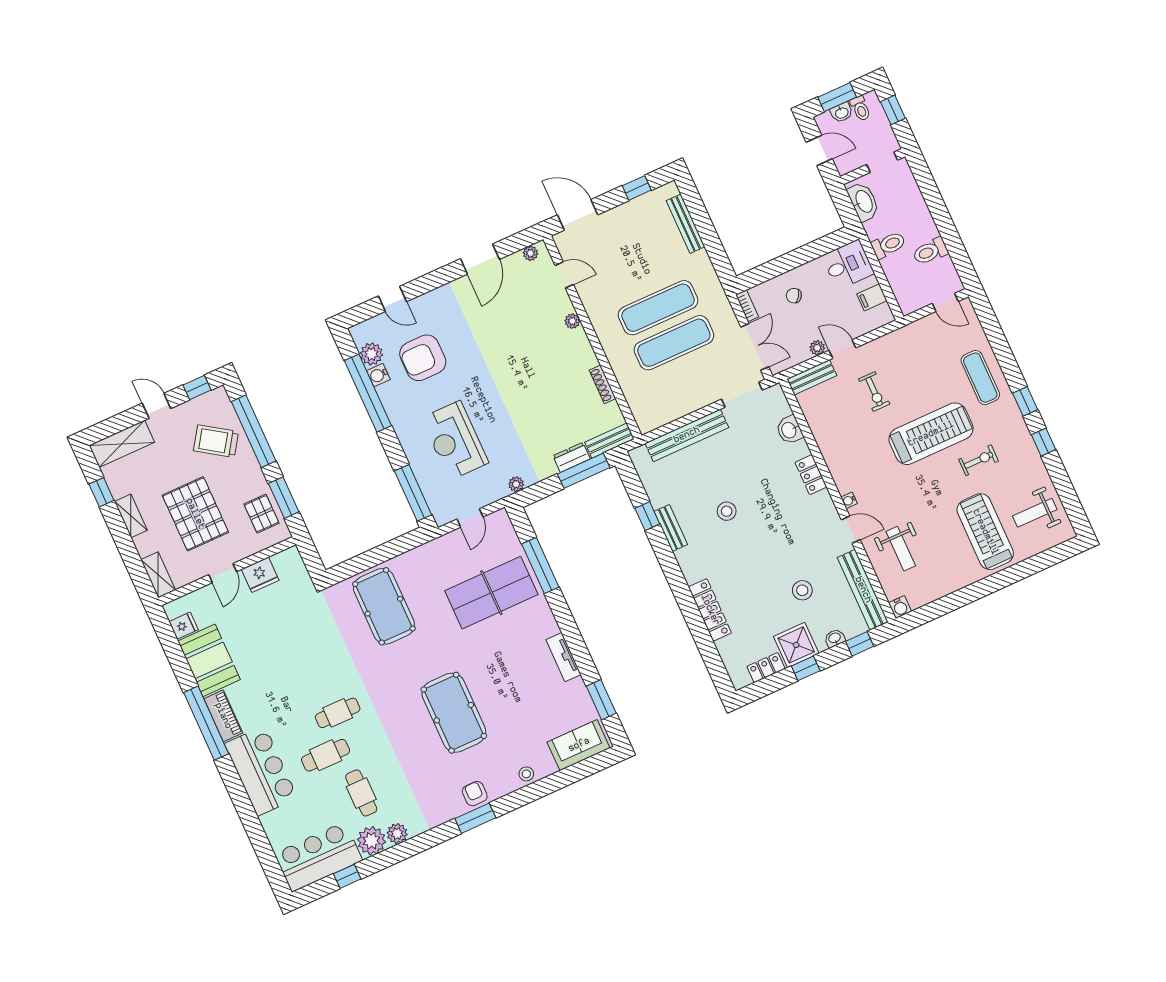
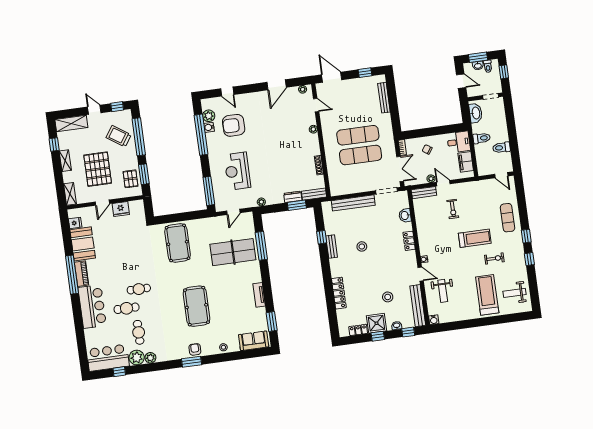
filing cabinet: (872, 297) -> (466, 162), width x2.00
treadmill: (931, 434) -> (475, 238), width x0.73, depth x0.73
window: (584, 471) -> (297, 205), width x0.69

